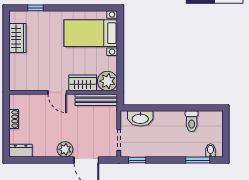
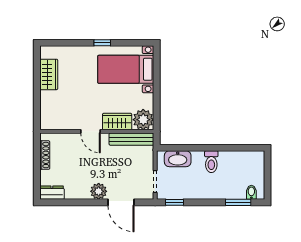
window: (36, 8) -> (102, 43), moved
shoe rack: (14, 119) -> (45, 155), width x1.43
toilet: (192, 121) -> (211, 162), moved

